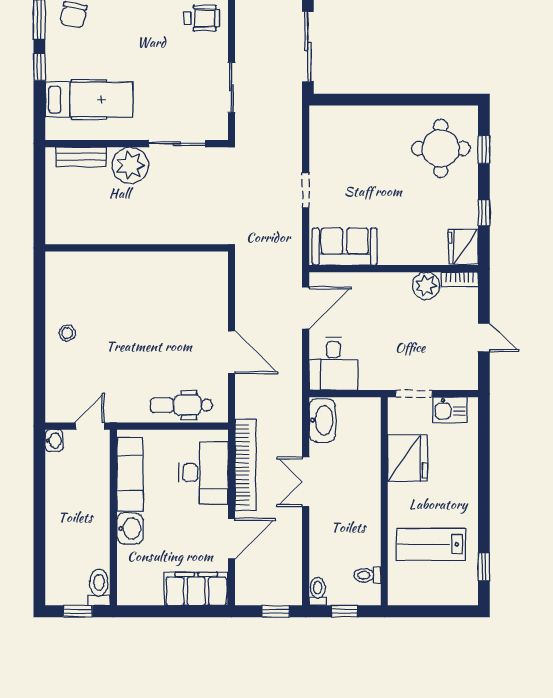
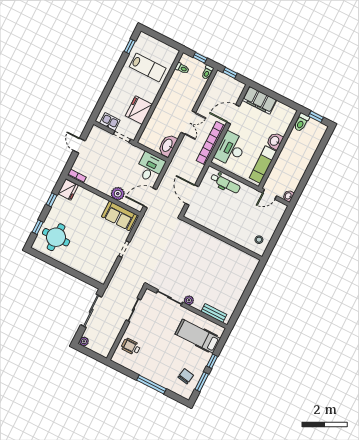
plant: (130, 165) -> (189, 300), width x0.53, depth x0.53
wall: (137, 248) -> (222, 238), moved
plant: (426, 286) -> (118, 194), moved

